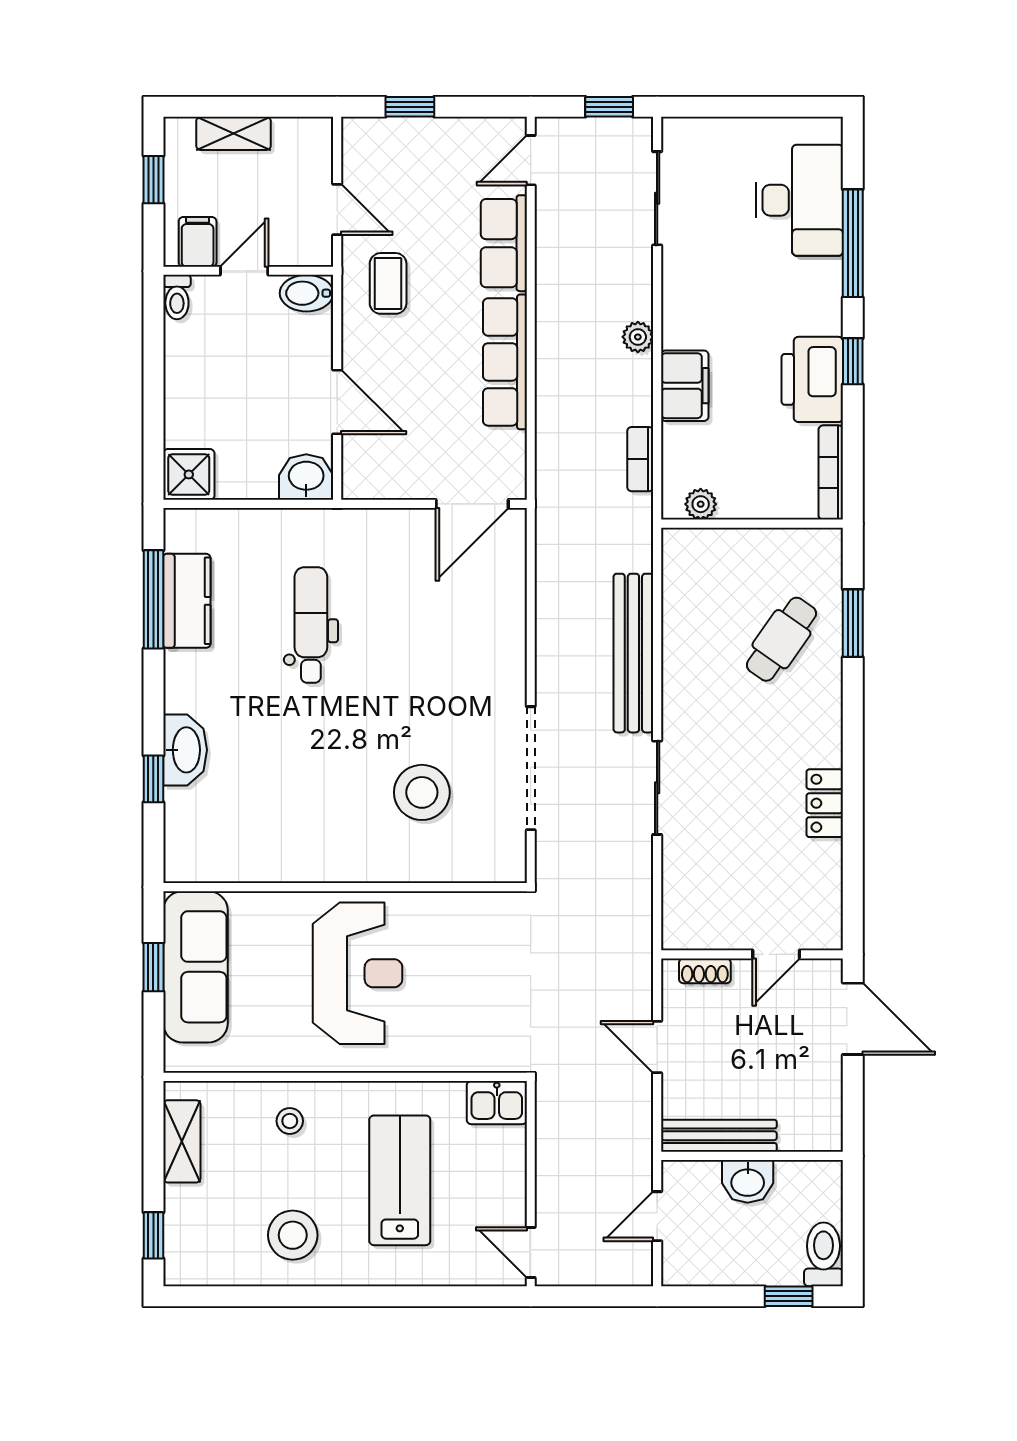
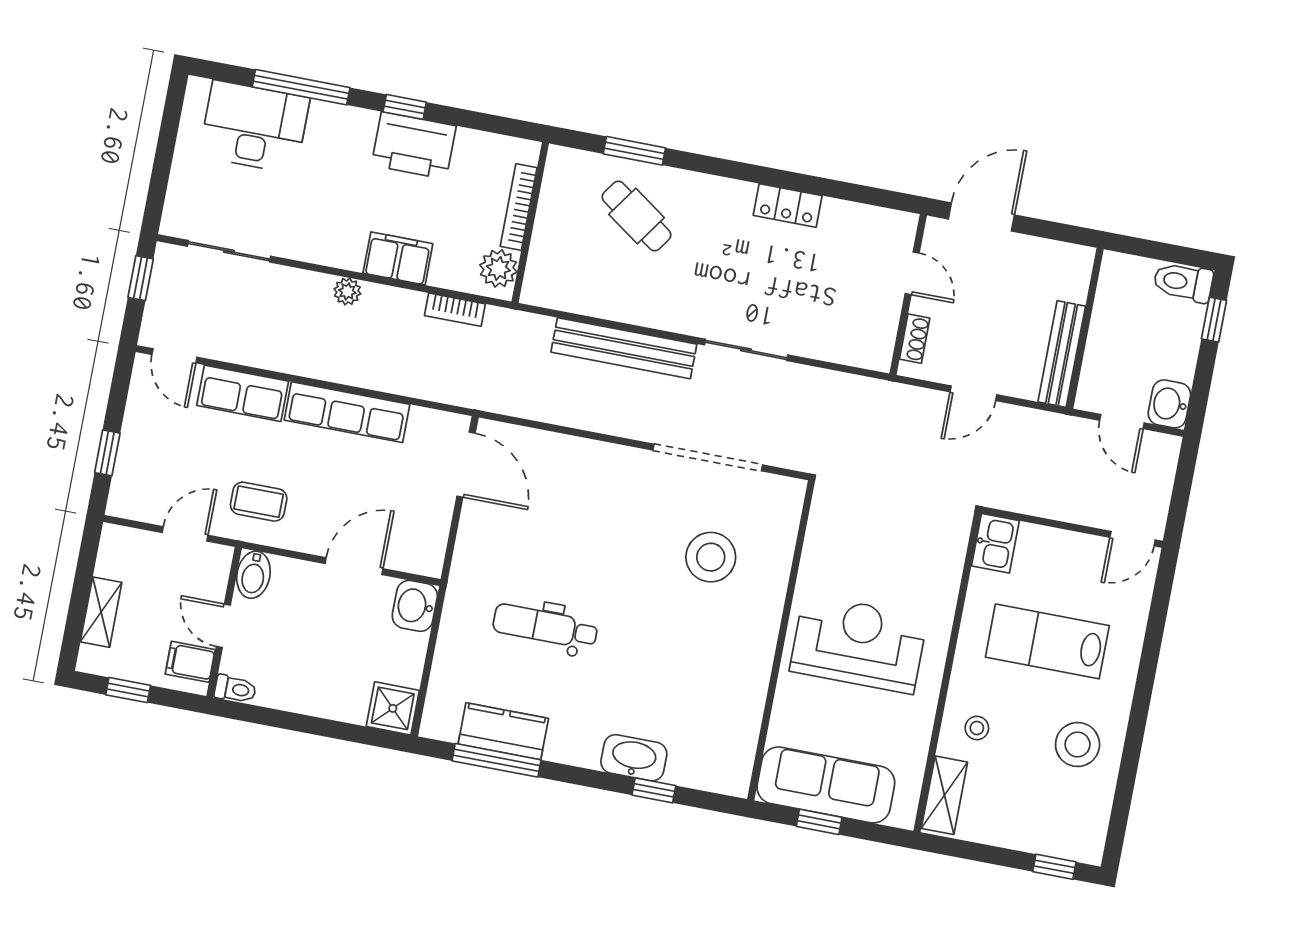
bookcase: (831, 472) -> (519, 207), moved, turned 90
plant: (701, 504) -> (498, 268), width x1.38, depth x1.38
shelving: (182, 1141) -> (944, 795), moved, turned 90
washbasin: (748, 1181) -> (1169, 404), moved, turned 180

